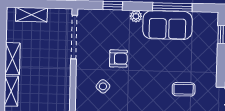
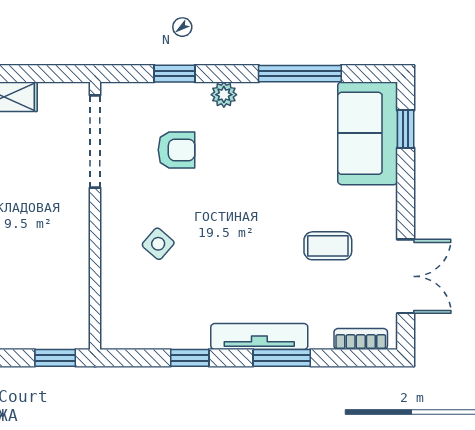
sofa: (168, 25) -> (368, 133), moved, turned 90
armchair: (118, 59) -> (176, 150), moved

